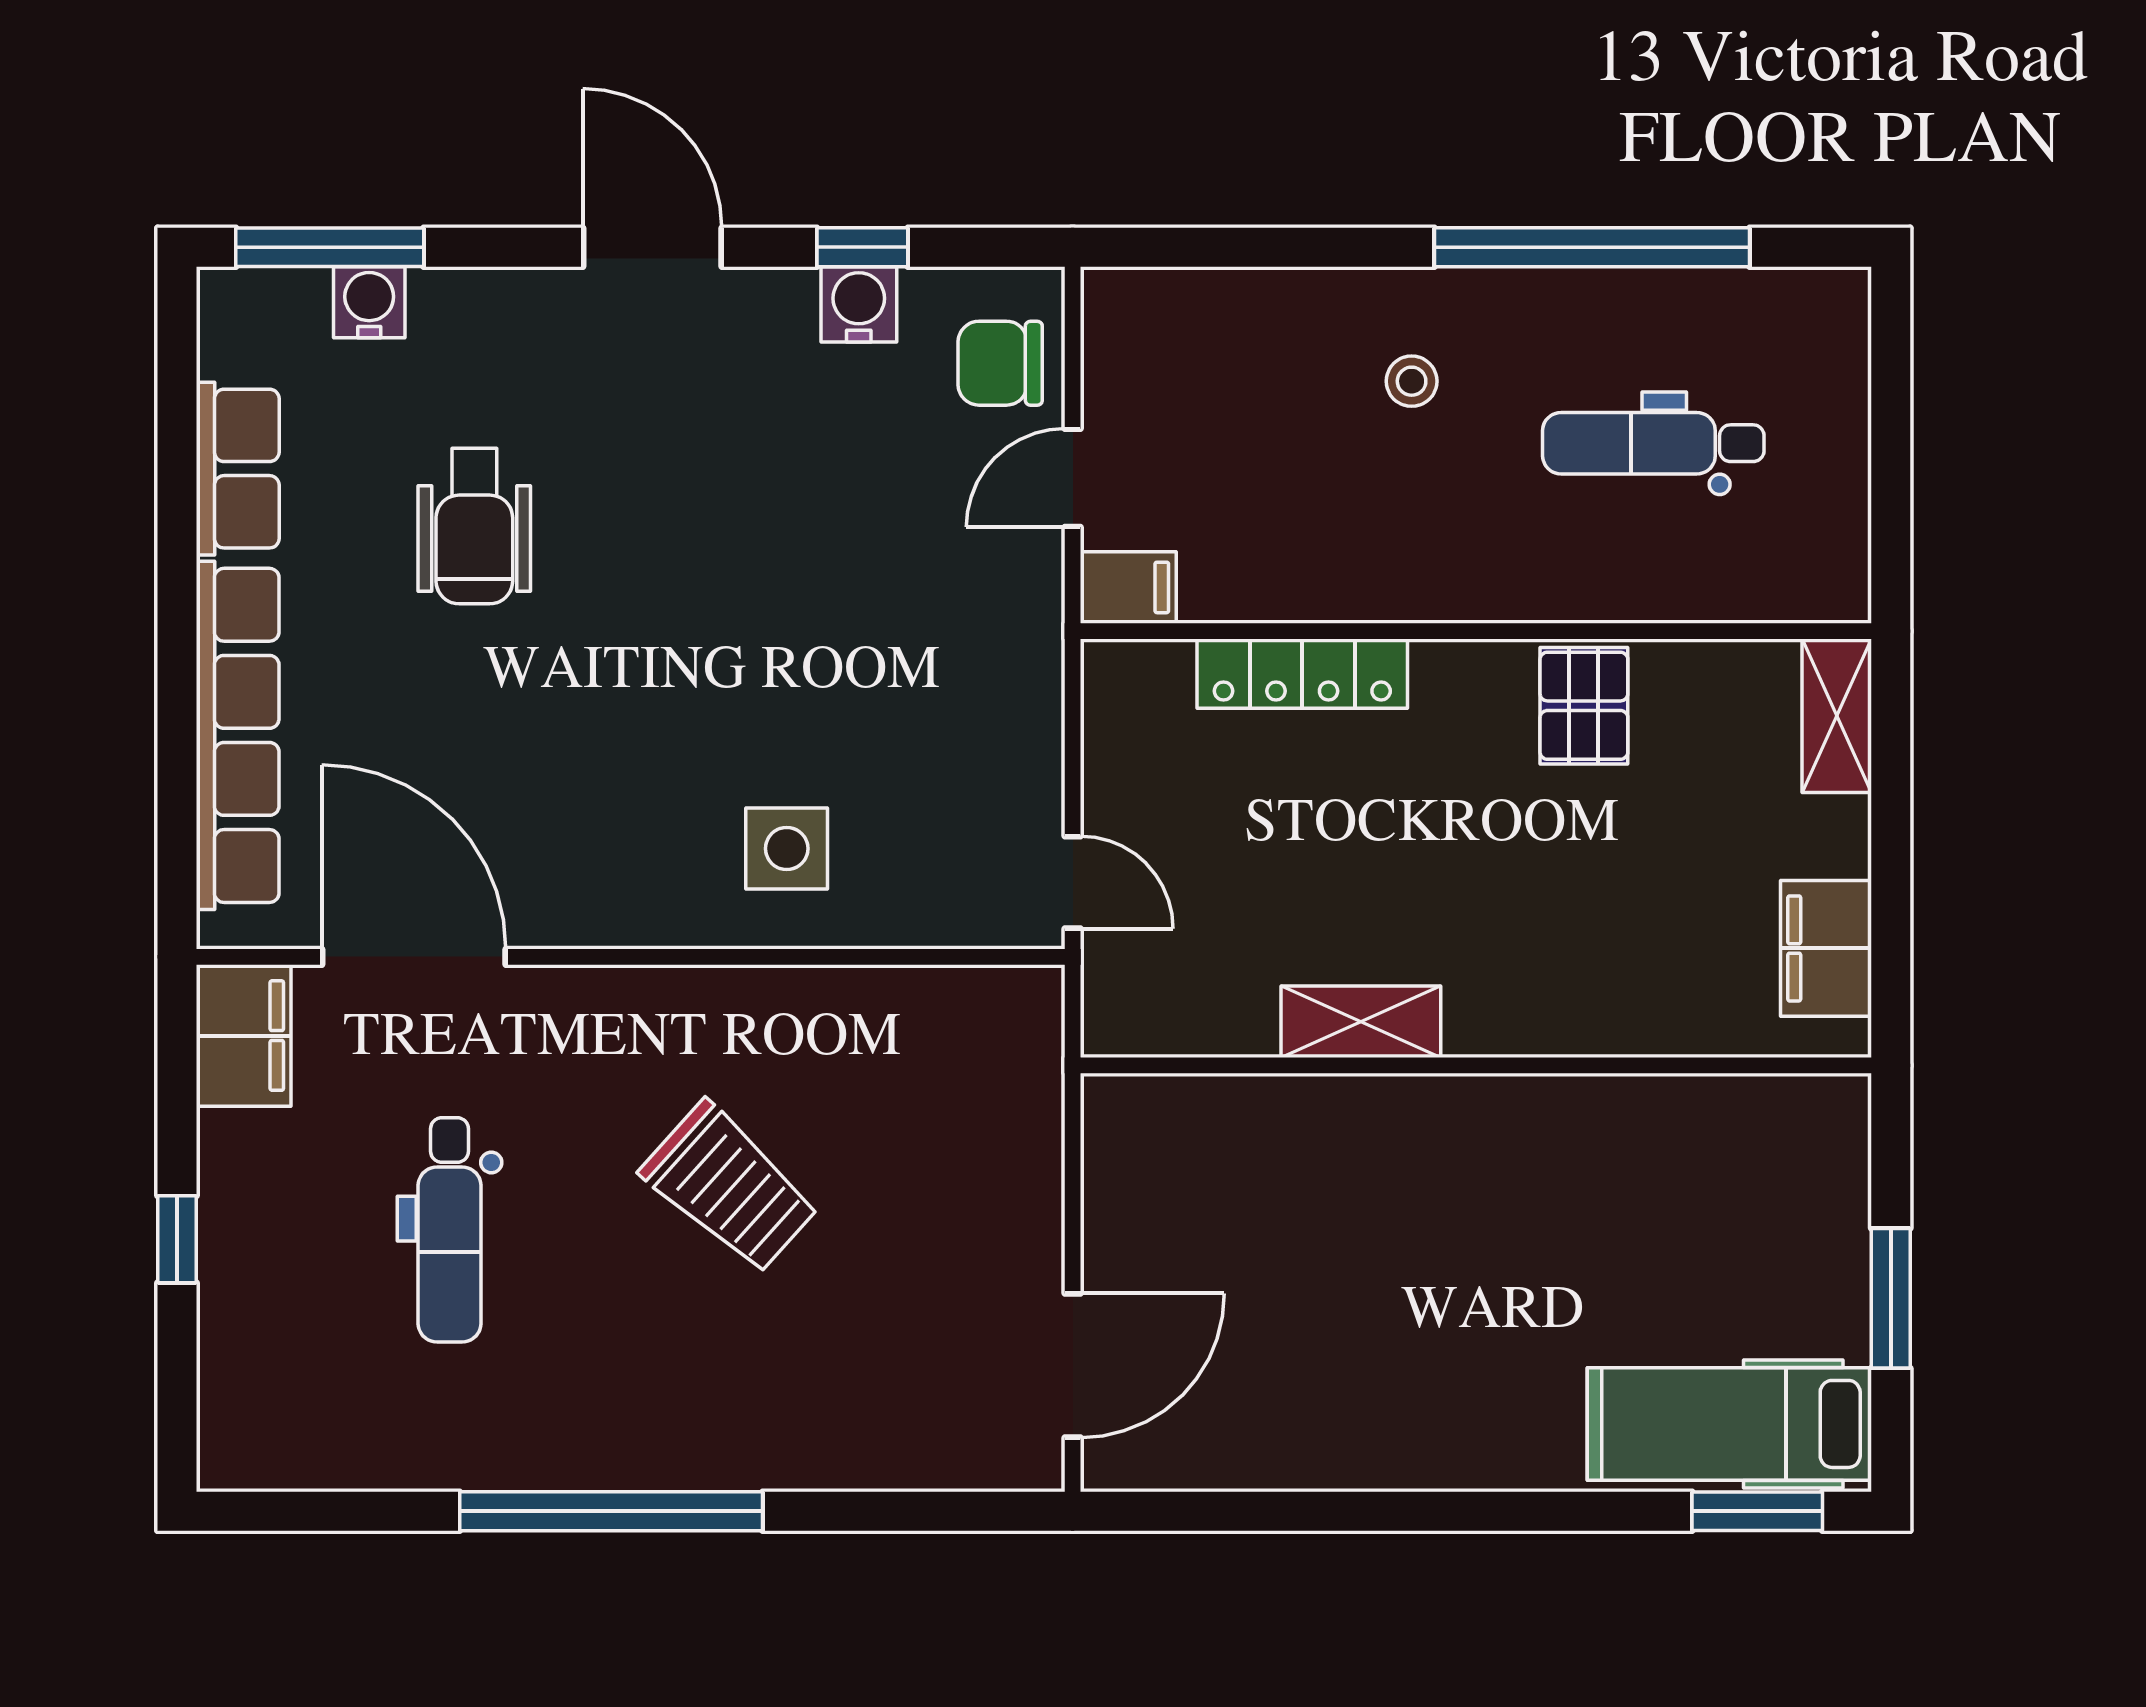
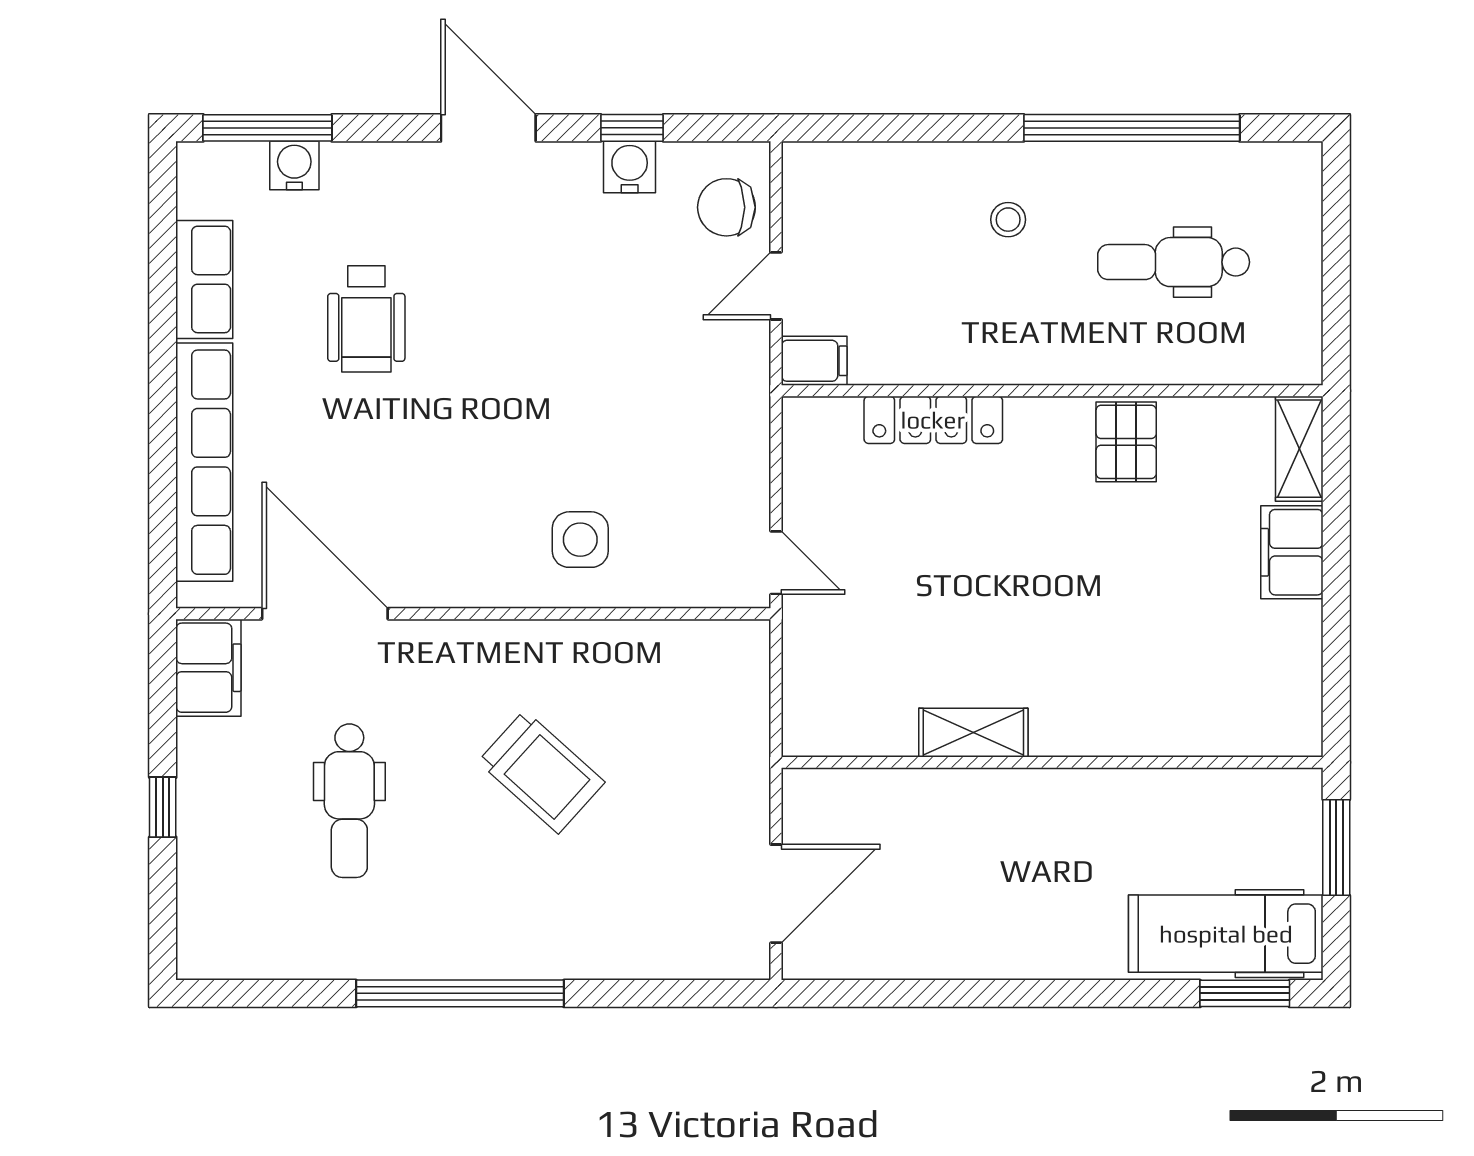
filing cabinet: (1826, 948) -> (1292, 552), moved
shelving: (1361, 1022) -> (973, 733), moved
wall: (1476, 1065) -> (1052, 762), moved

